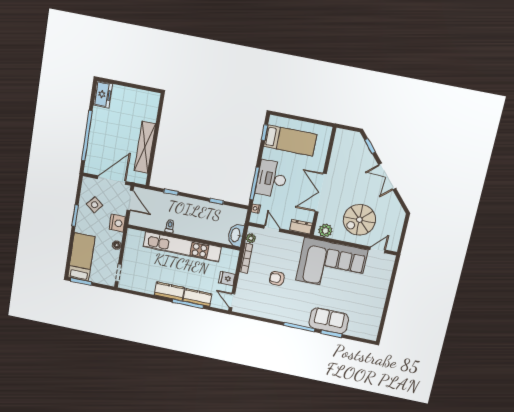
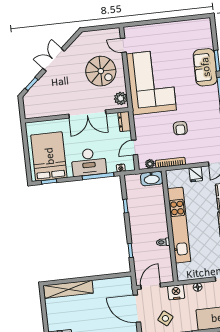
bed: (290, 140) -> (49, 156), width x1.50
shelving: (145, 147) -> (68, 289), moved
double door: (387, 176) -> (54, 60), swing flipped

